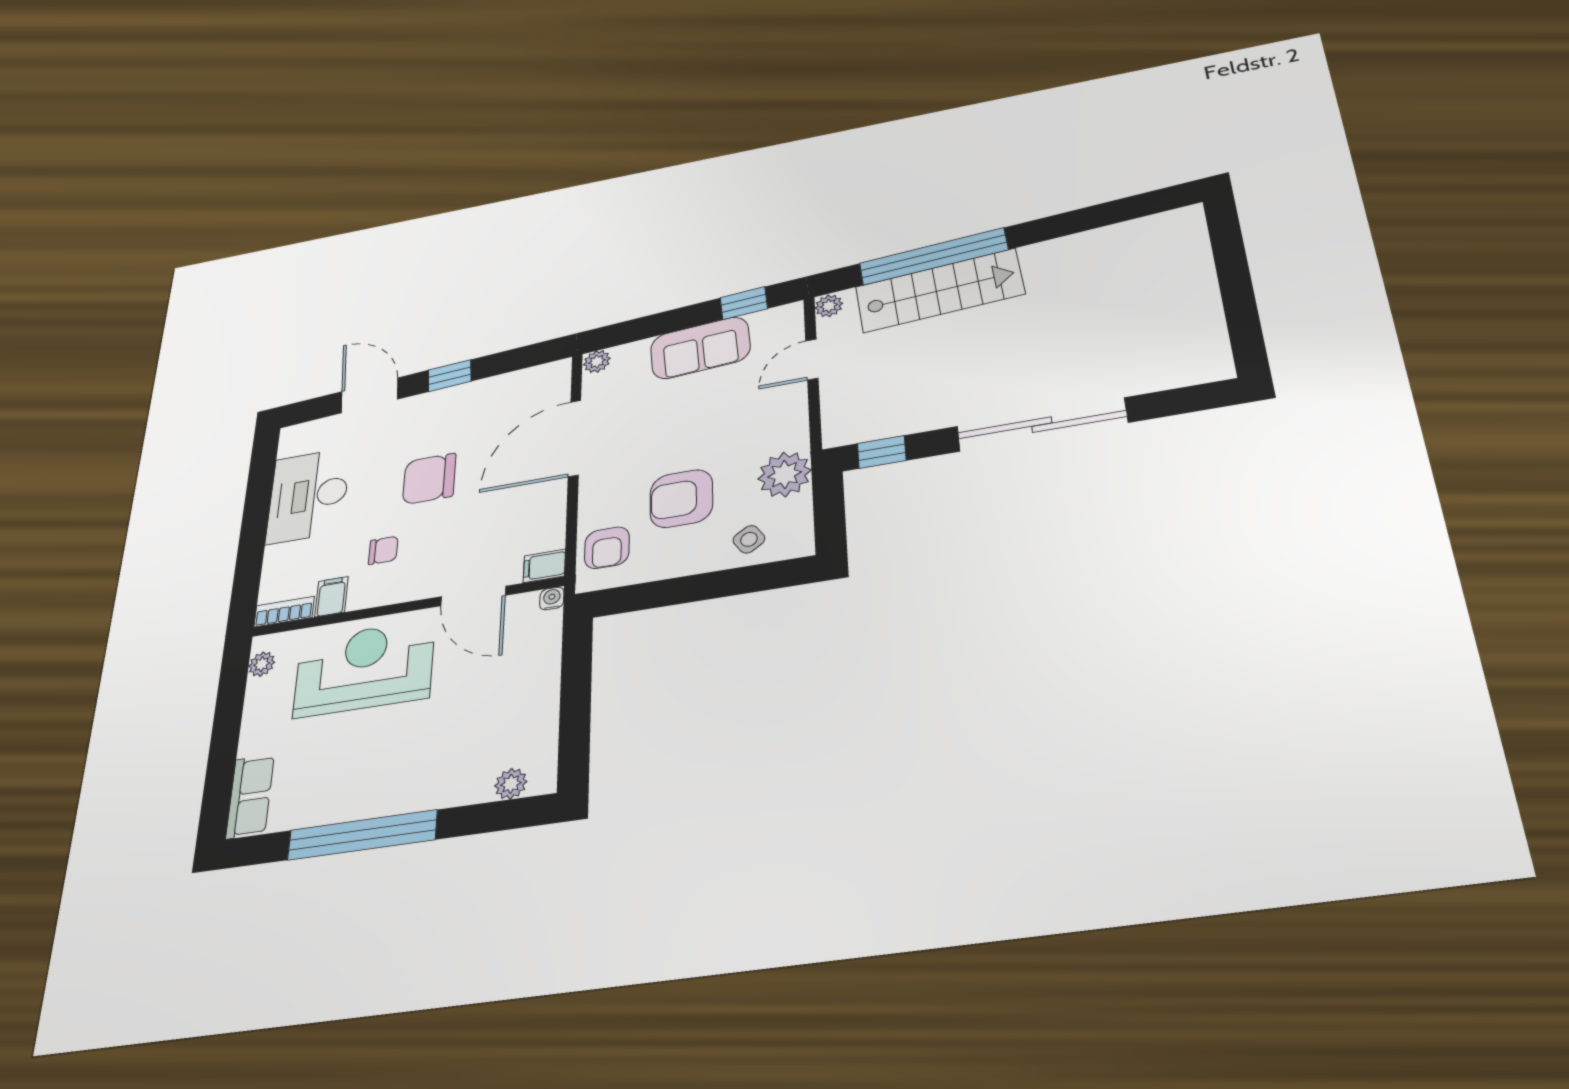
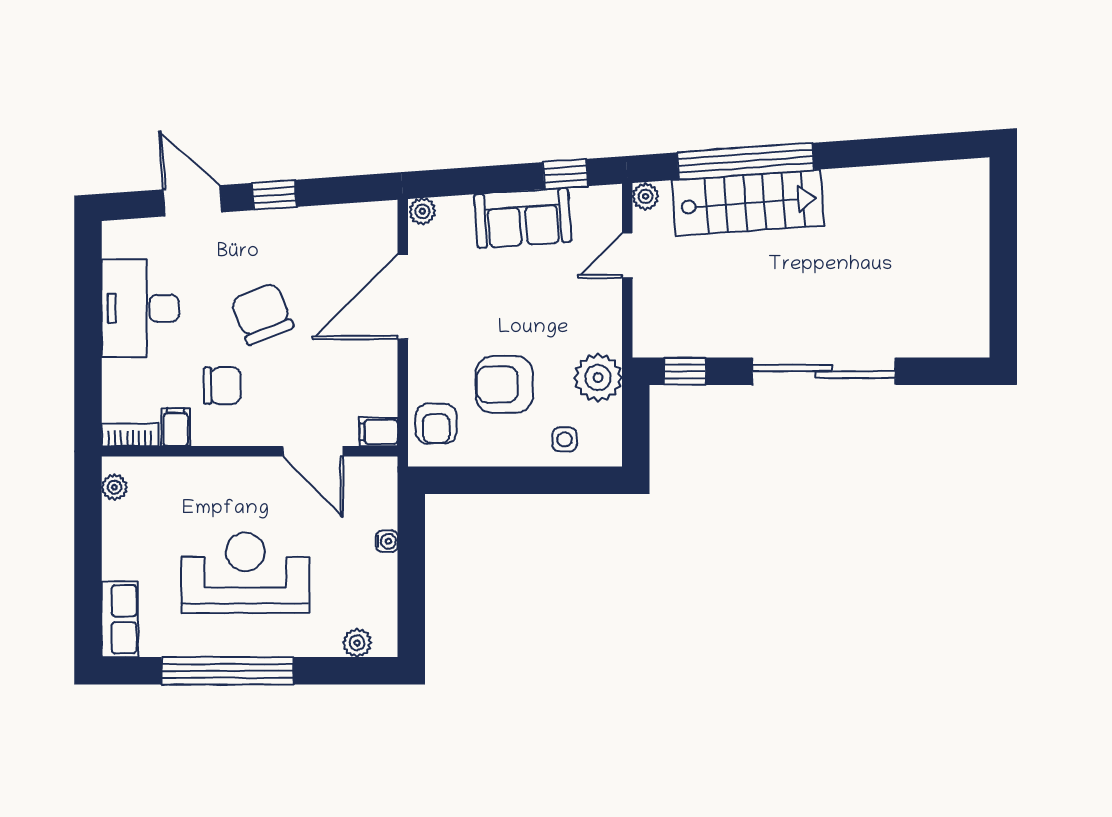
chair: (429, 479) -> (262, 314), turned 68
side table: (749, 539) -> (565, 439), turned 34
chair: (383, 550) -> (222, 386), width x1.37, depth x1.37
water cooler: (552, 598) -> (387, 541), moved, turned 90
reception desk: (364, 668) -> (245, 573), moved

